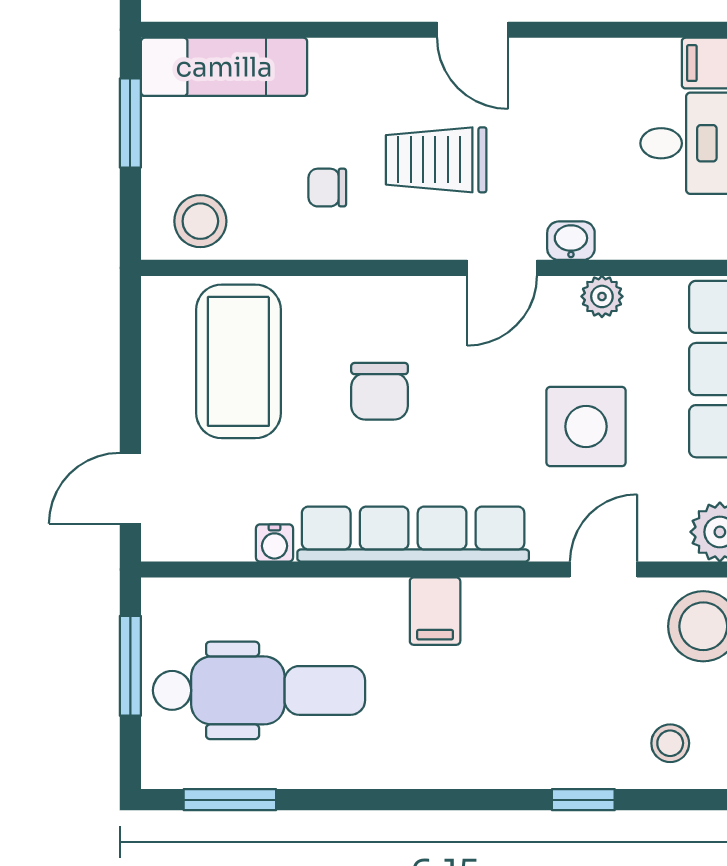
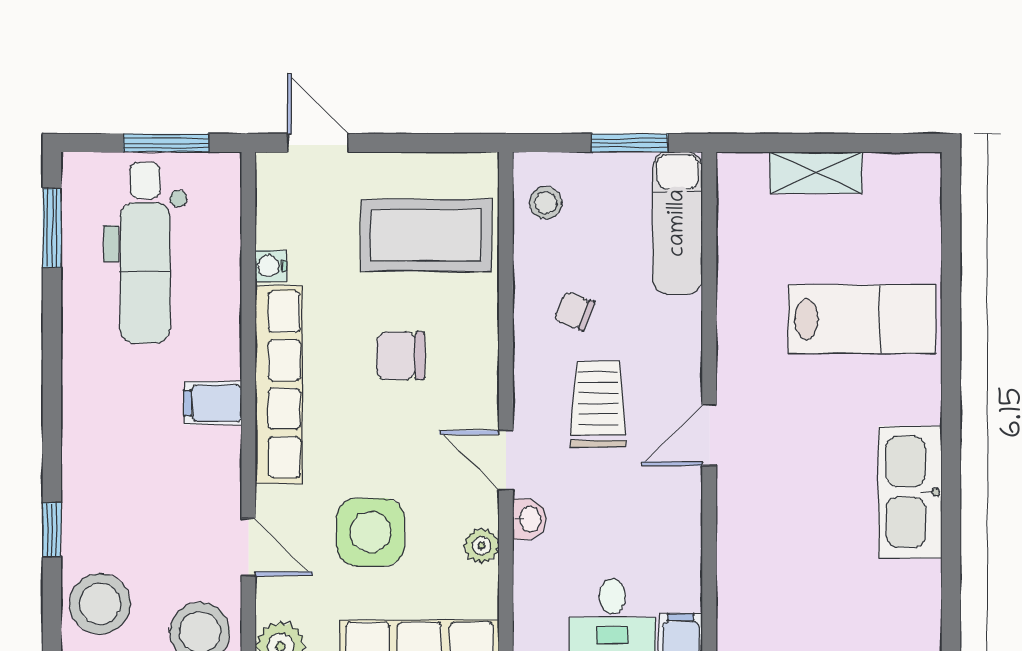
chair: (327, 188) -> (575, 311), turned -69
stool: (200, 221) -> (546, 203), width x0.73, depth x0.73
stool: (670, 743) -> (100, 604), width x1.89, depth x1.89

